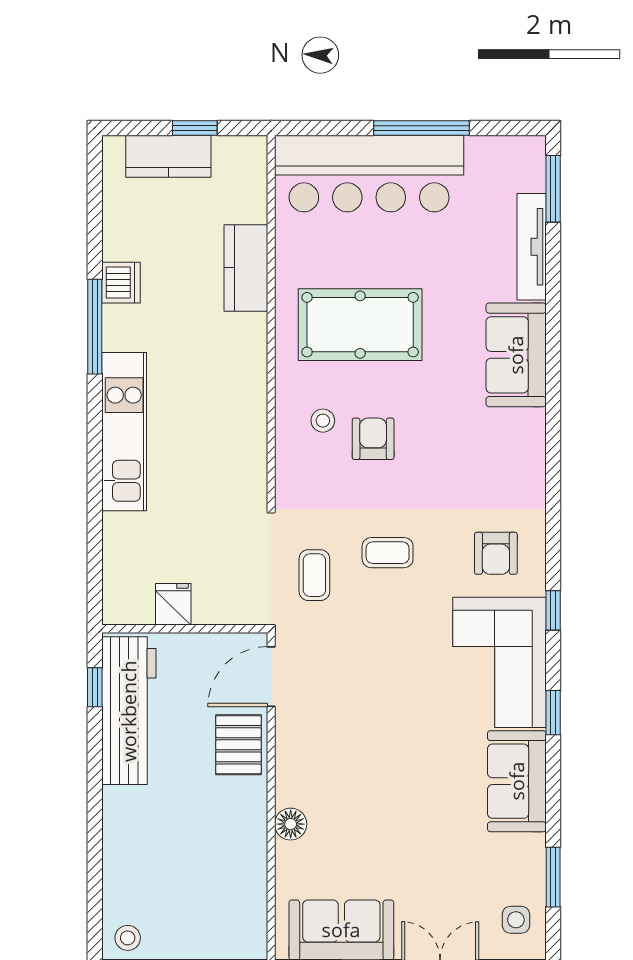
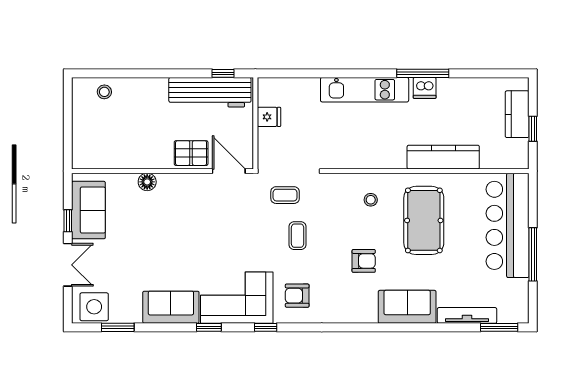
kitchen counter: (246, 268) -> (443, 157), width x1.50
dishwasher: (121, 283) -> (425, 88), moved
armchair: (373, 439) -> (364, 261), moved
side table: (516, 920) -> (94, 307), width x1.87, depth x1.87
stool: (128, 938) -> (104, 92), moved

